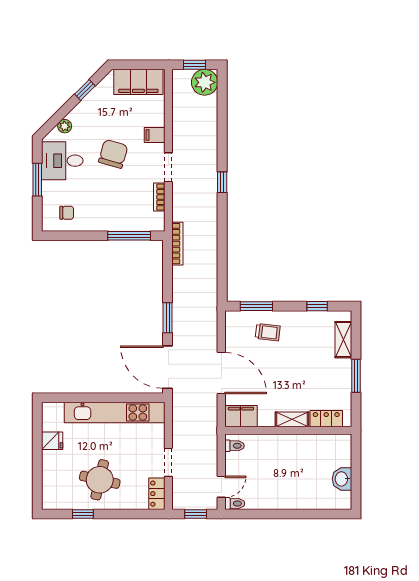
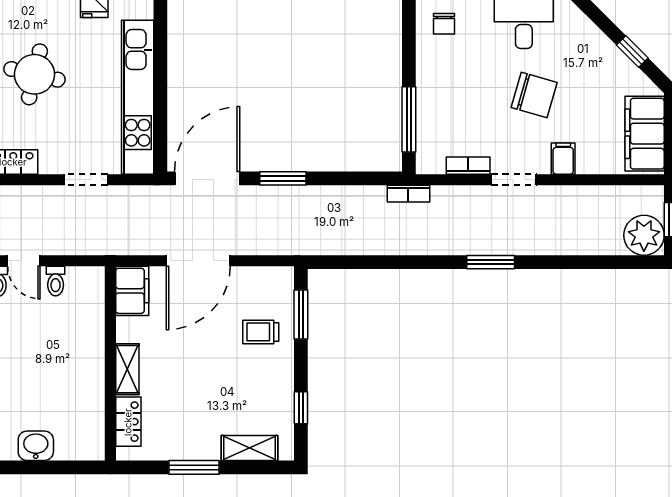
plant: (65, 126) -> (577, 21), removed
window: (222, 182) -> (491, 262), width x1.50
bookcase: (177, 244) -> (408, 194), width x0.64
trolley: (268, 332) -> (261, 332), turned 83
toilet: (235, 446) -> (56, 281), moved
doorway: (168, 462) -> (86, 180), moved

